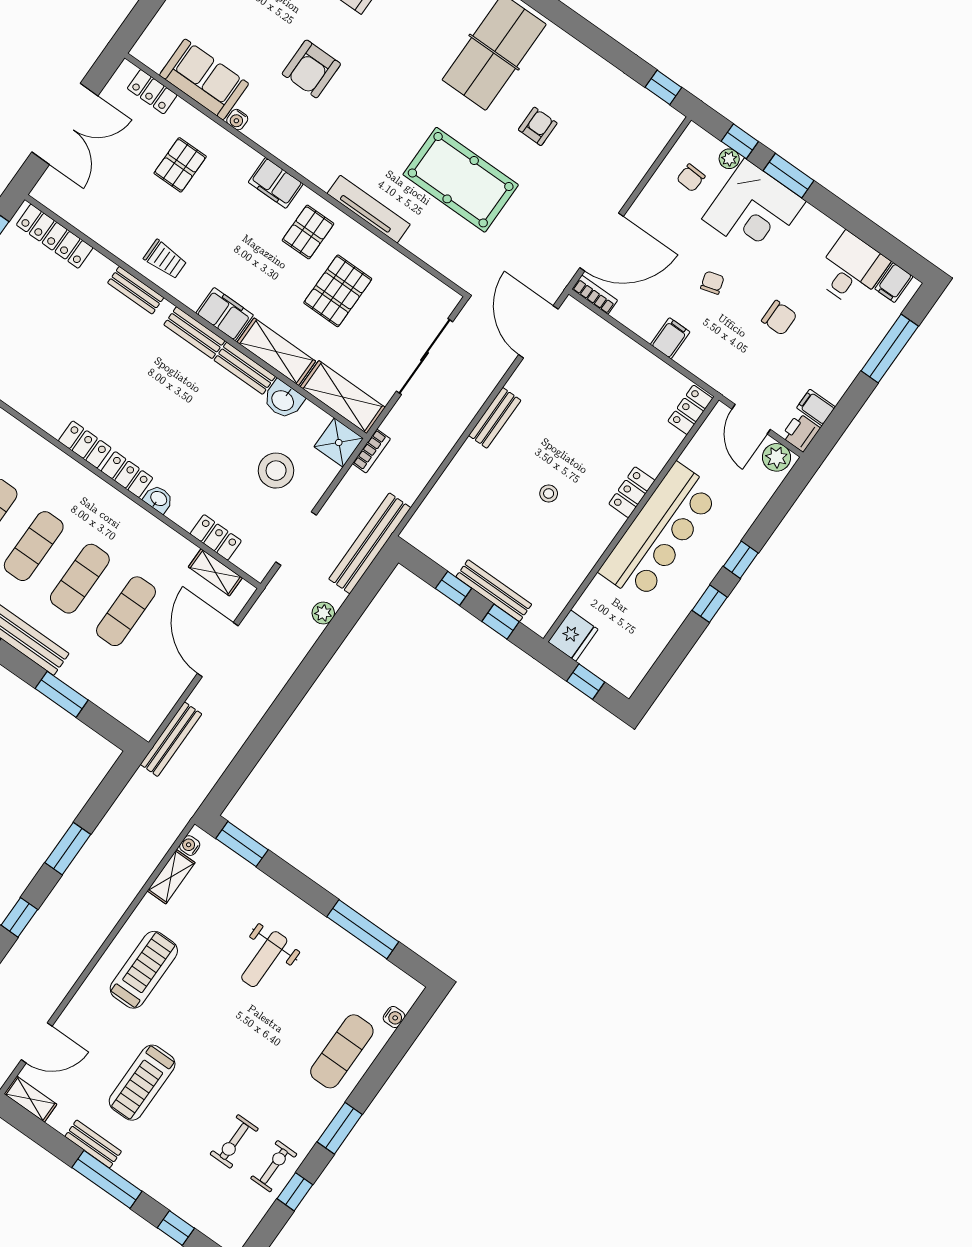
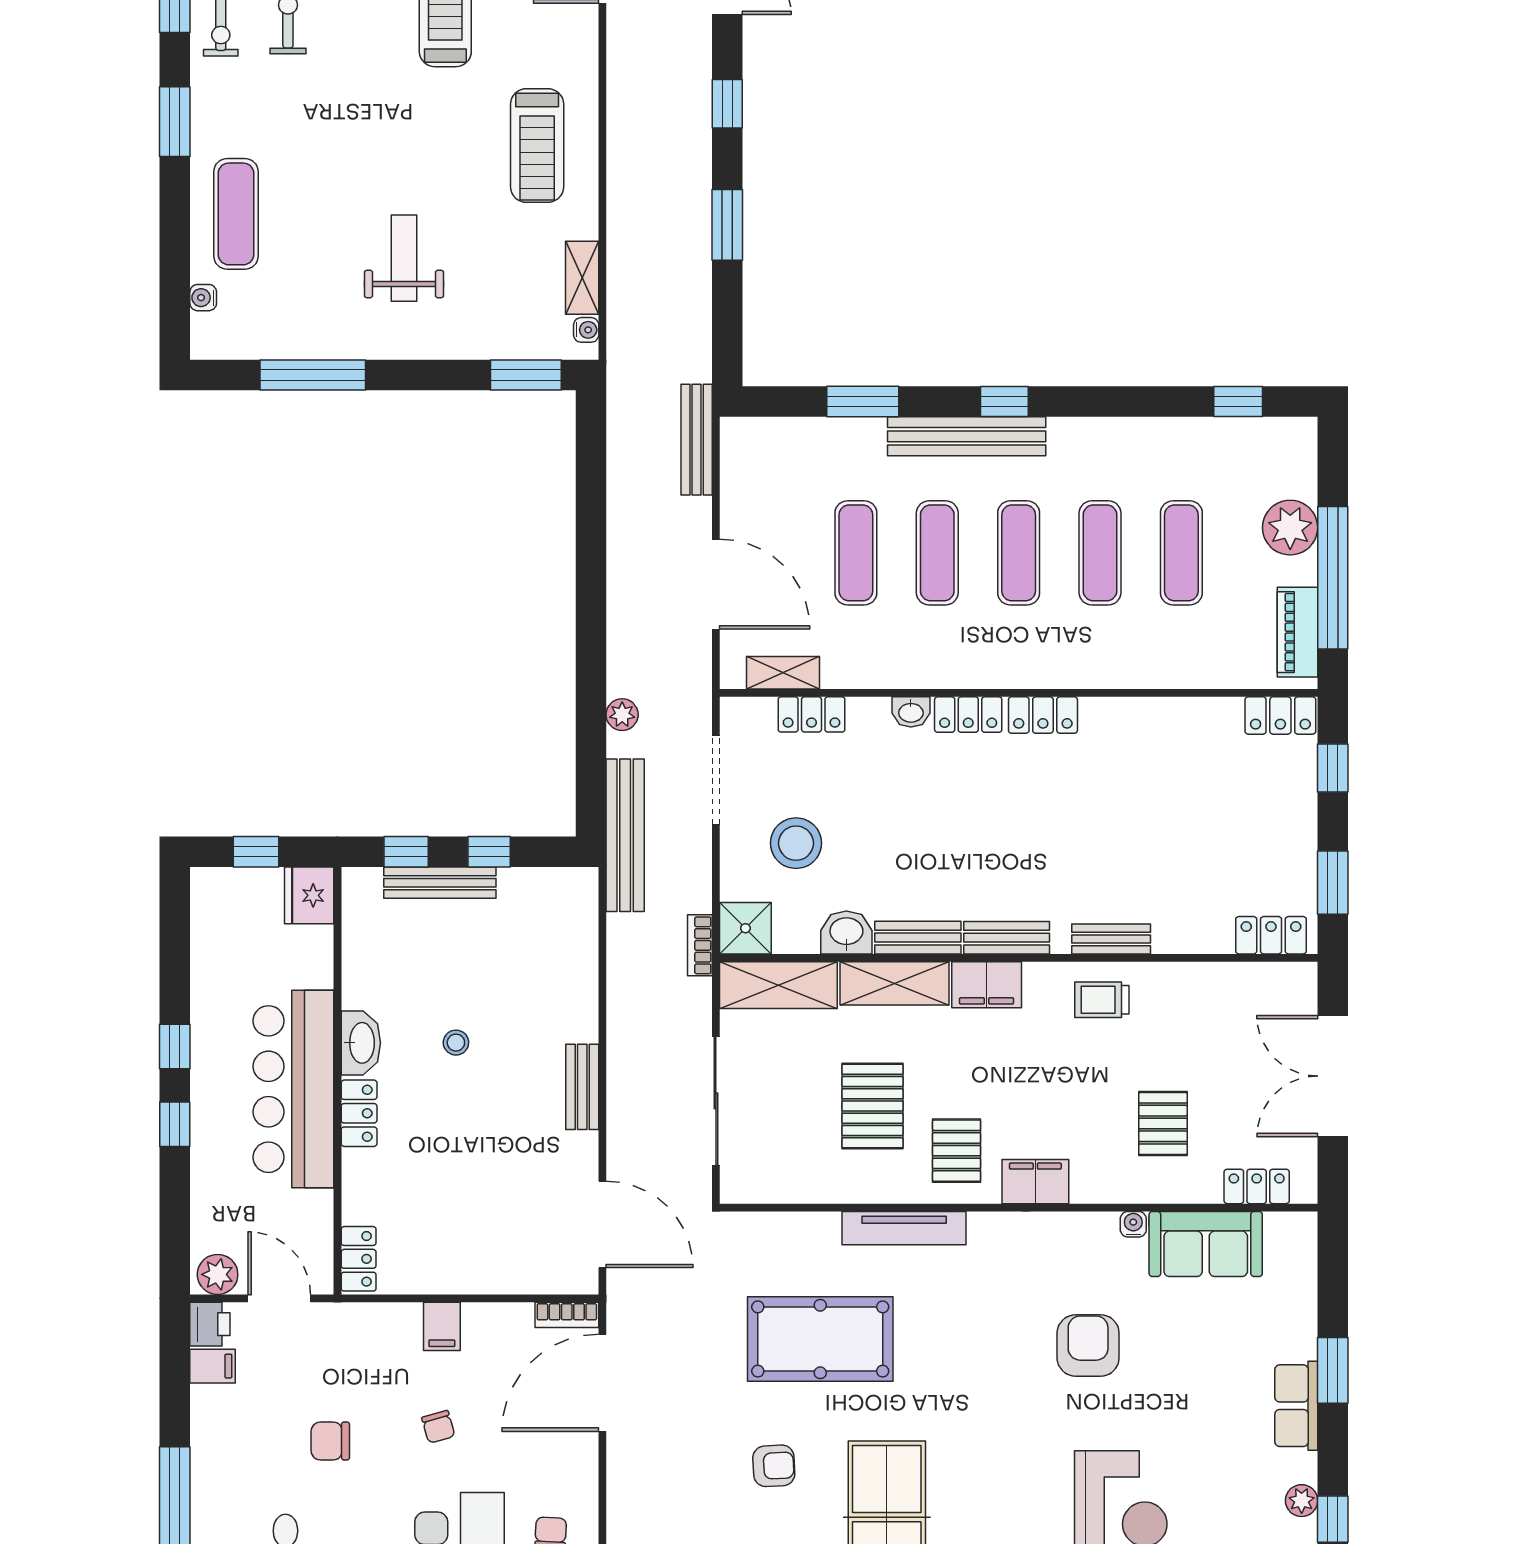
armchair: (538, 126) -> (774, 1466), turned -93
locker: (55, 236) -> (1271, 935), width x0.66
washbasin: (603, 531) -> (361, 1043), added

